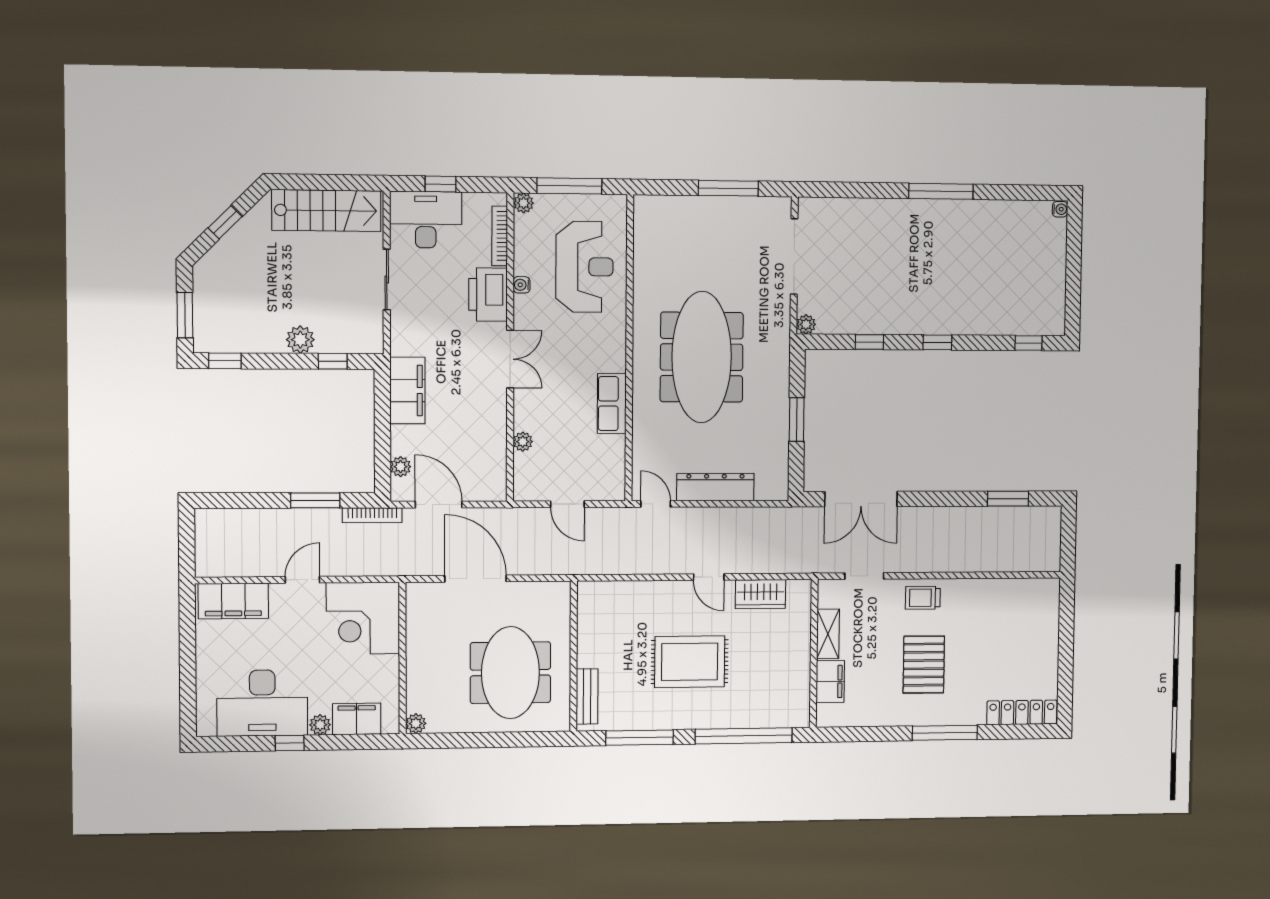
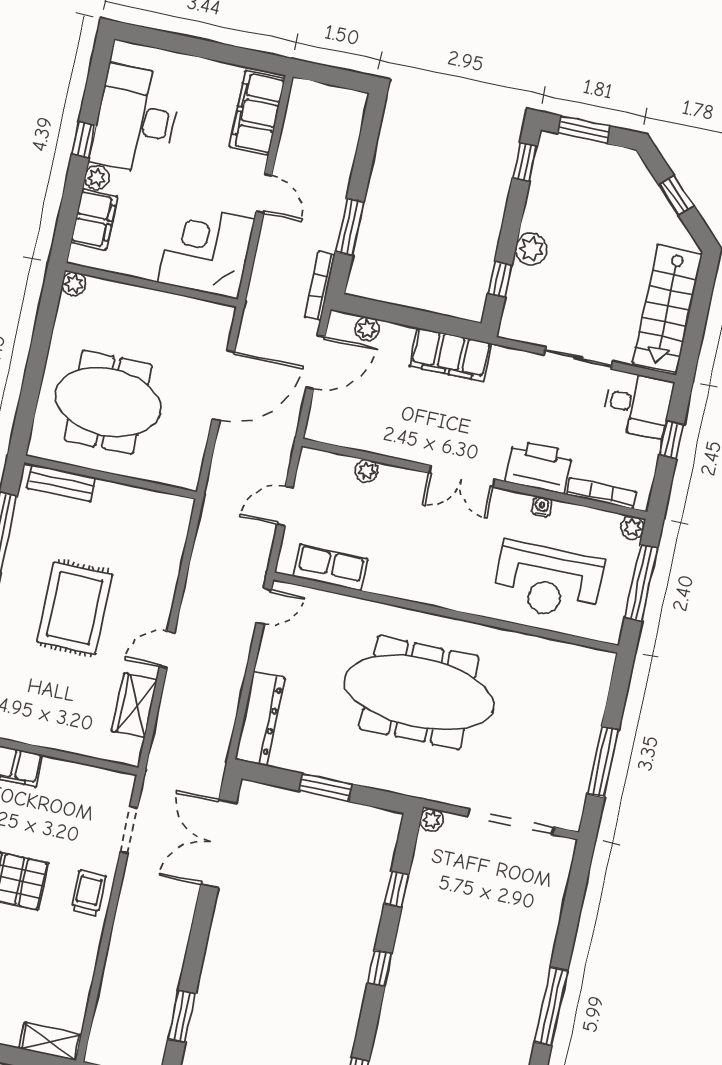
desk: (426, 220) -> (638, 404), width x0.73
row of seats: (612, 404) -> (330, 568), moved
dresser: (715, 487) -> (260, 719), moved
shelving: (828, 634) -> (50, 1042), moved

